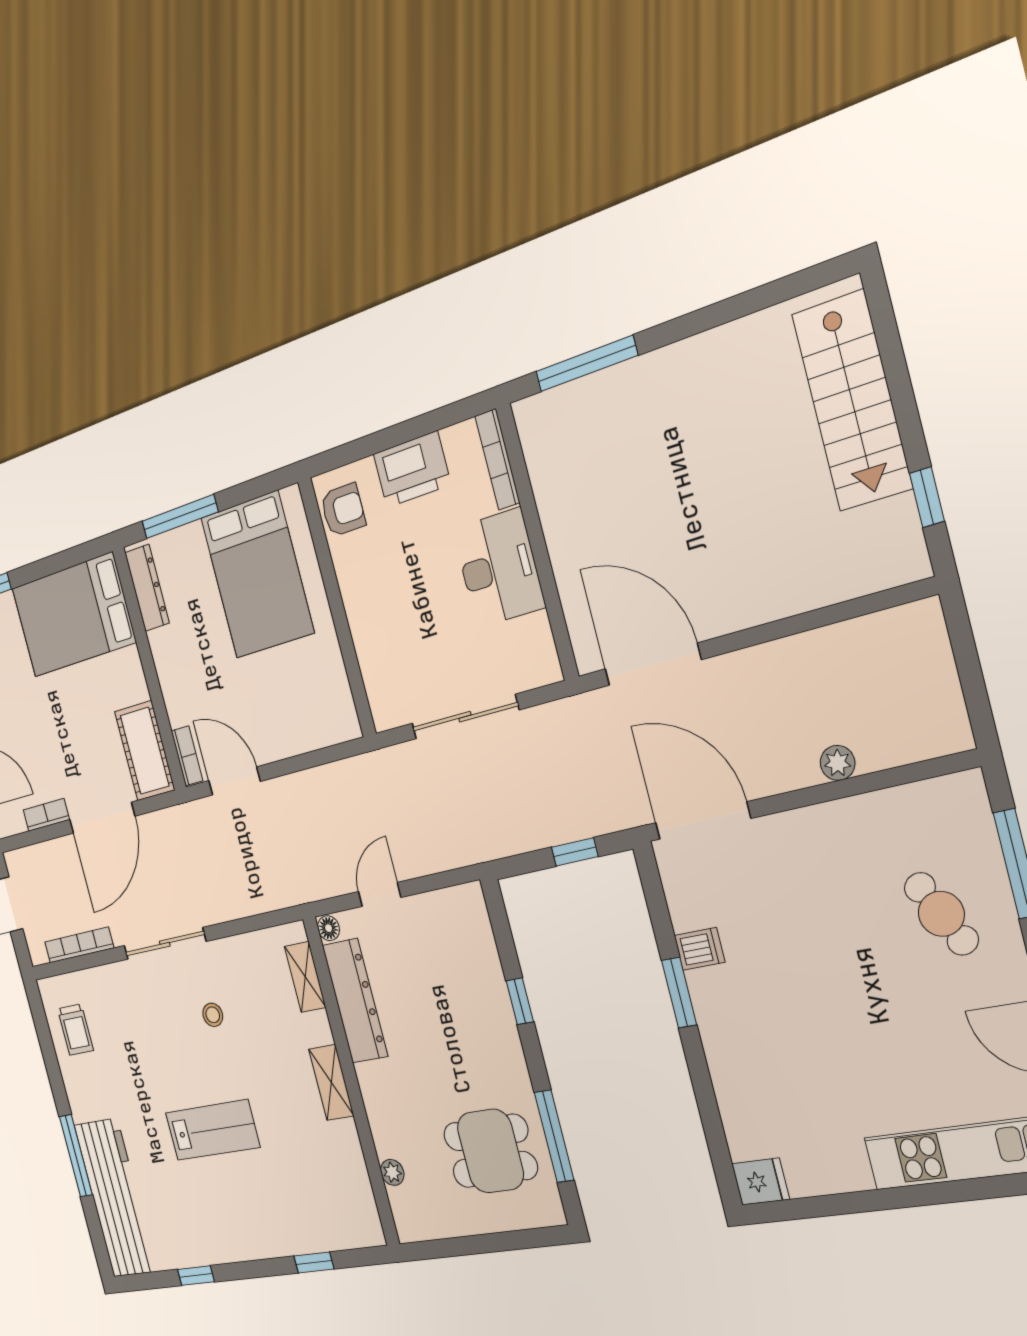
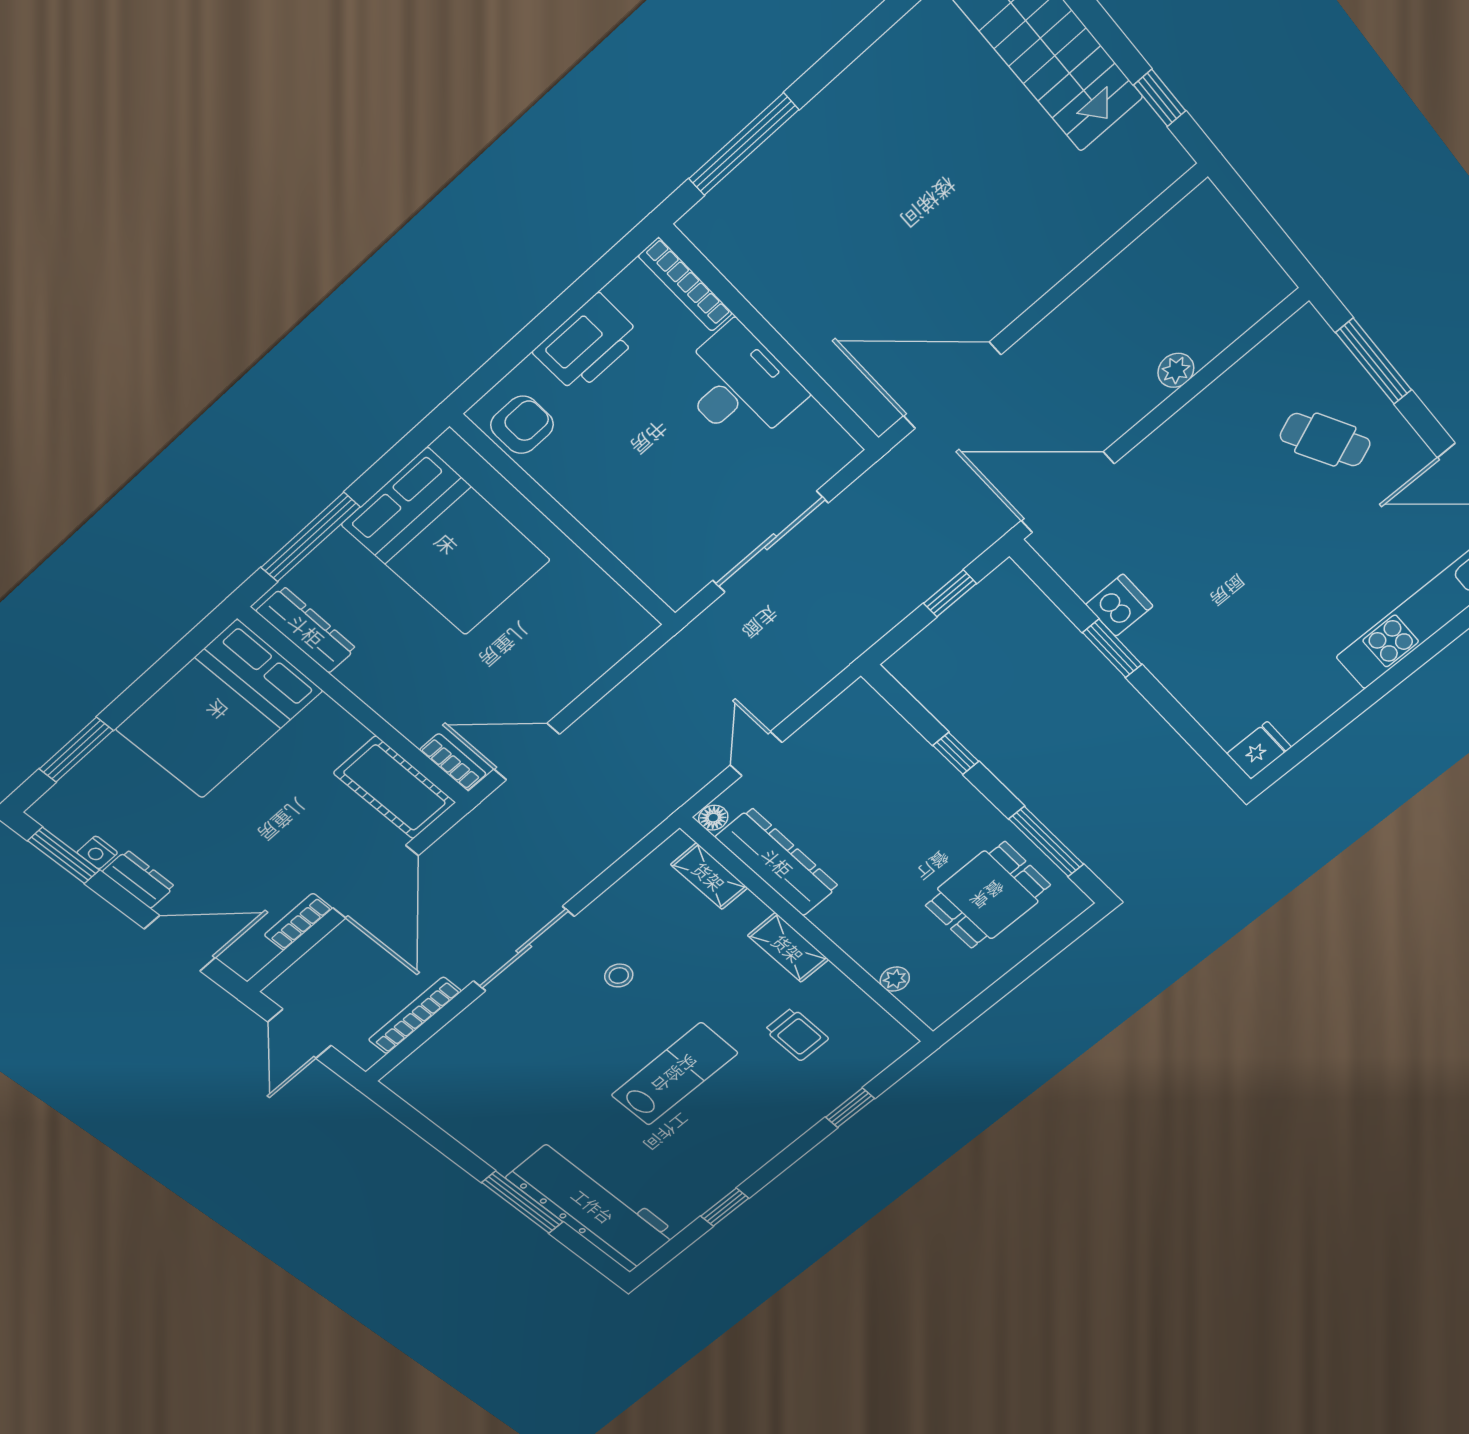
dishwasher: (700, 949) -> (1119, 605), width x1.38
trolley: (75, 1030) -> (797, 1034), moved

